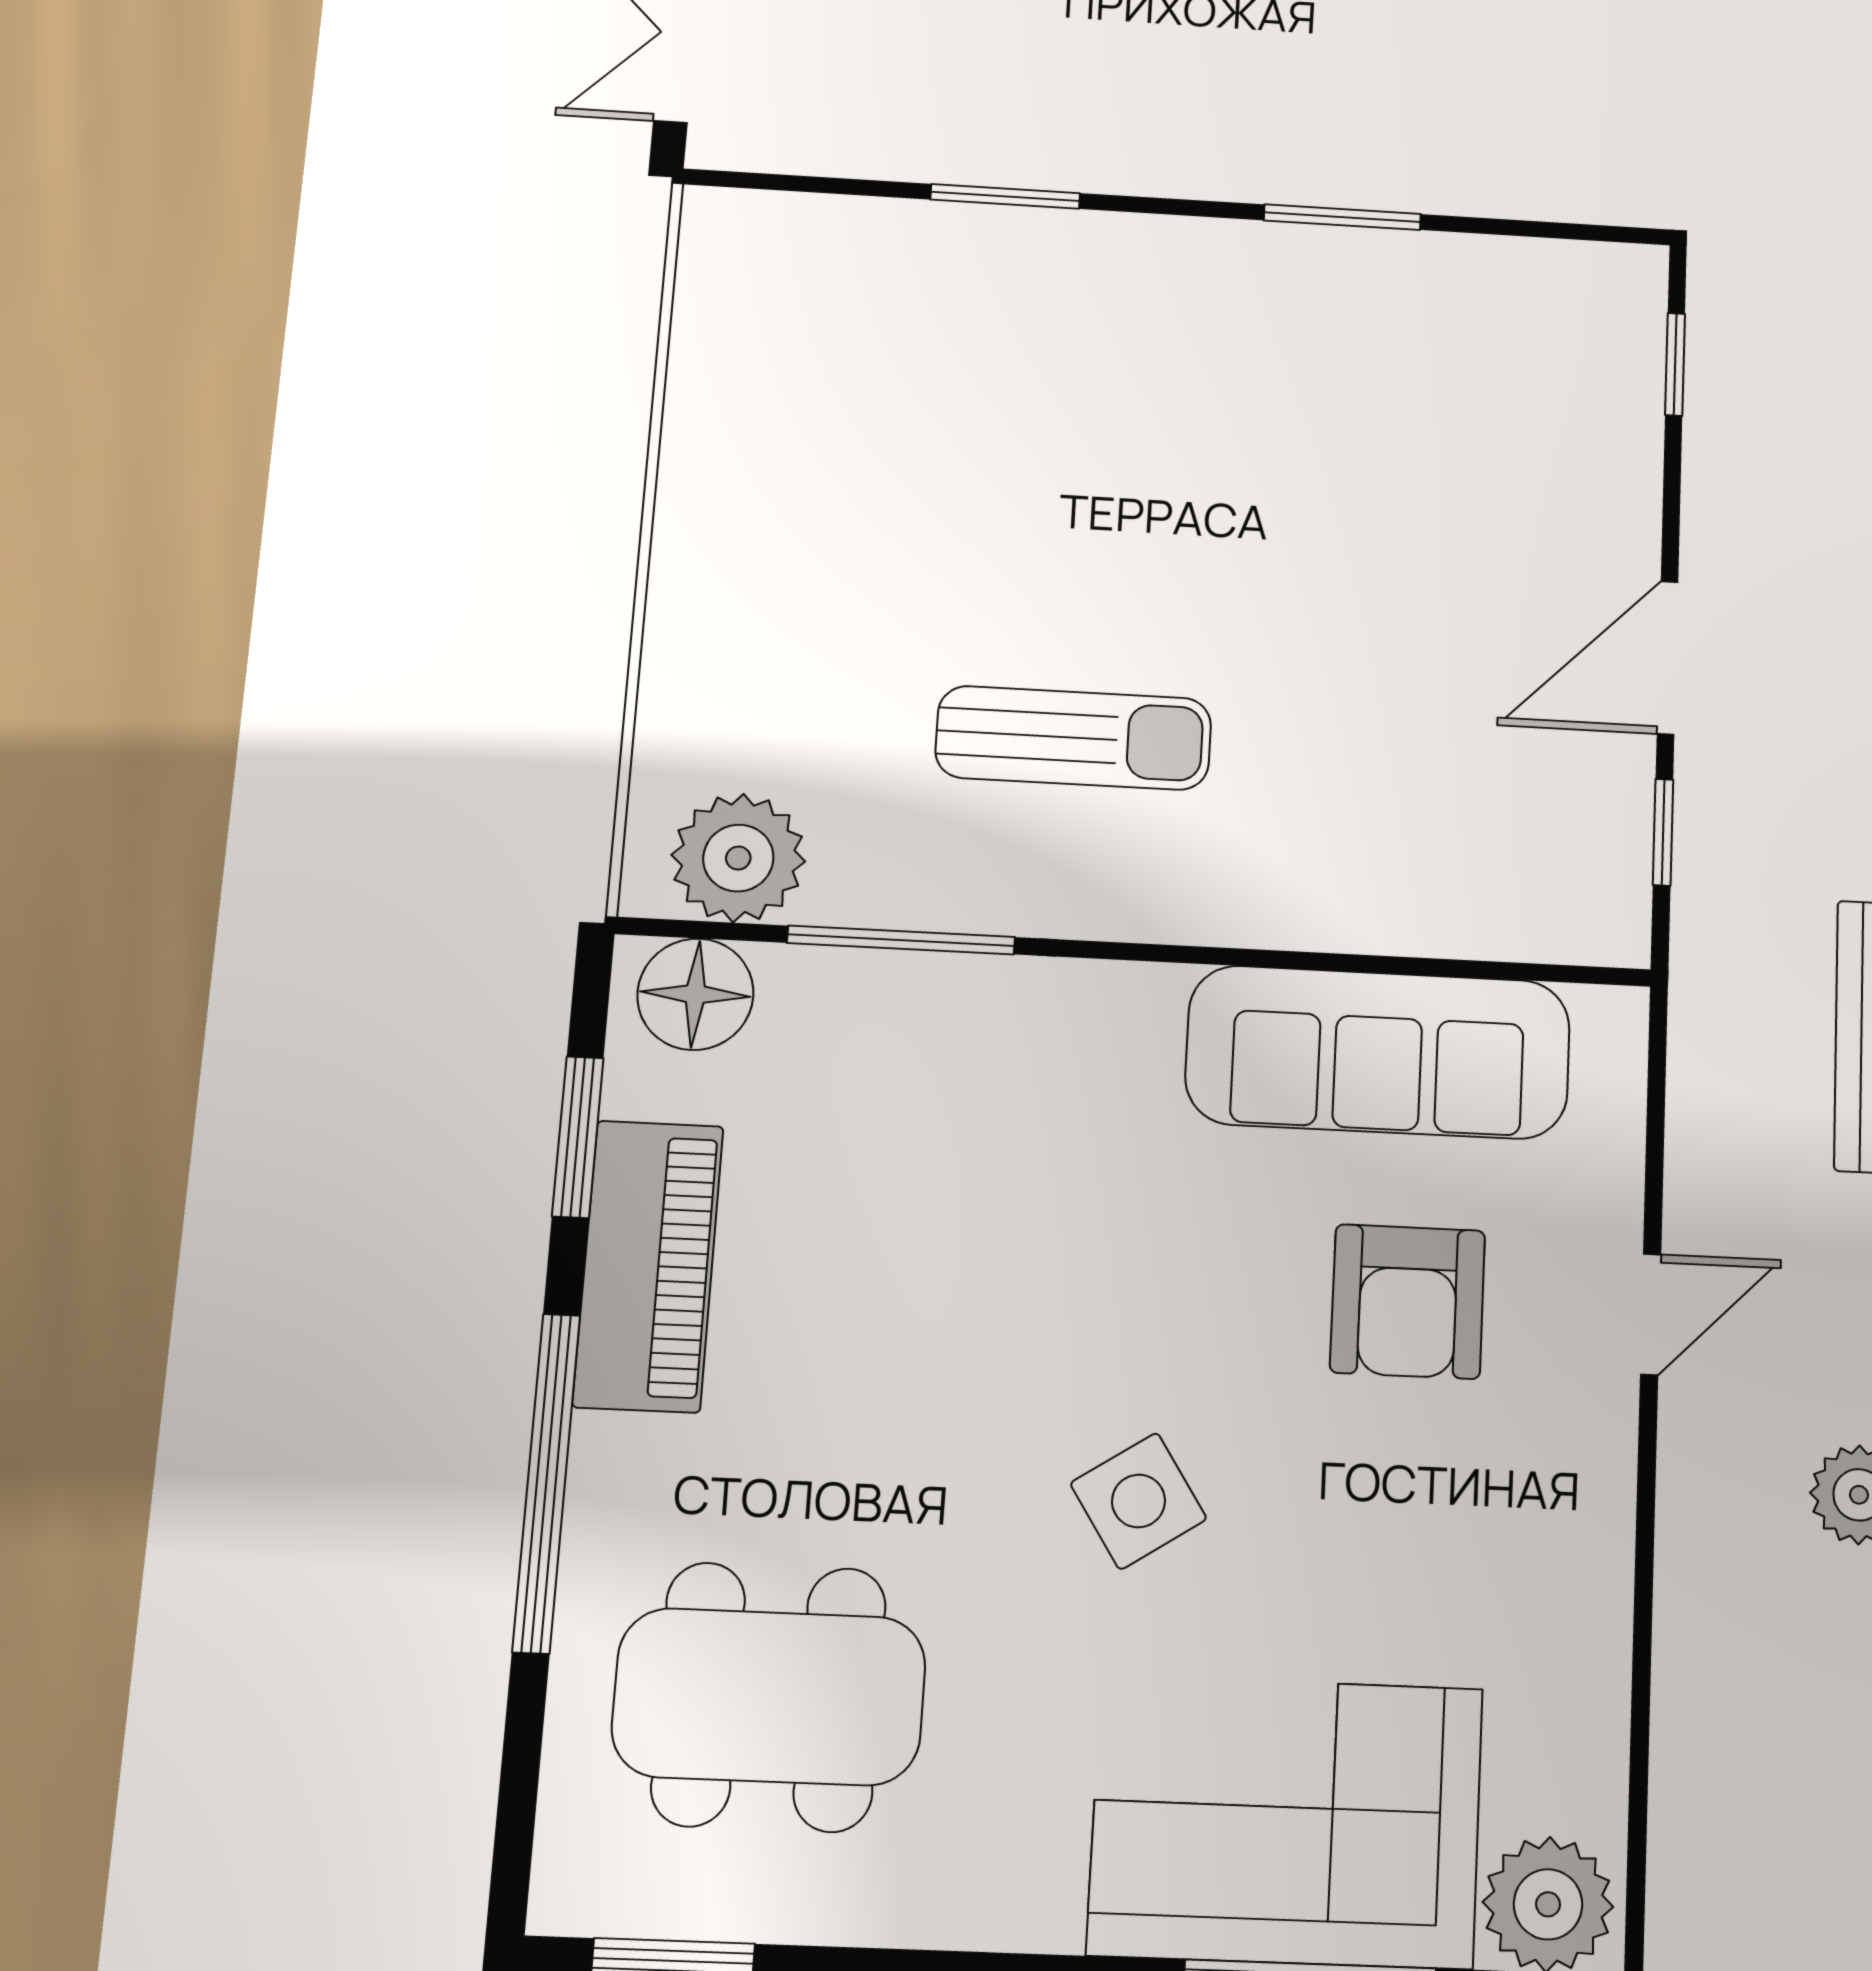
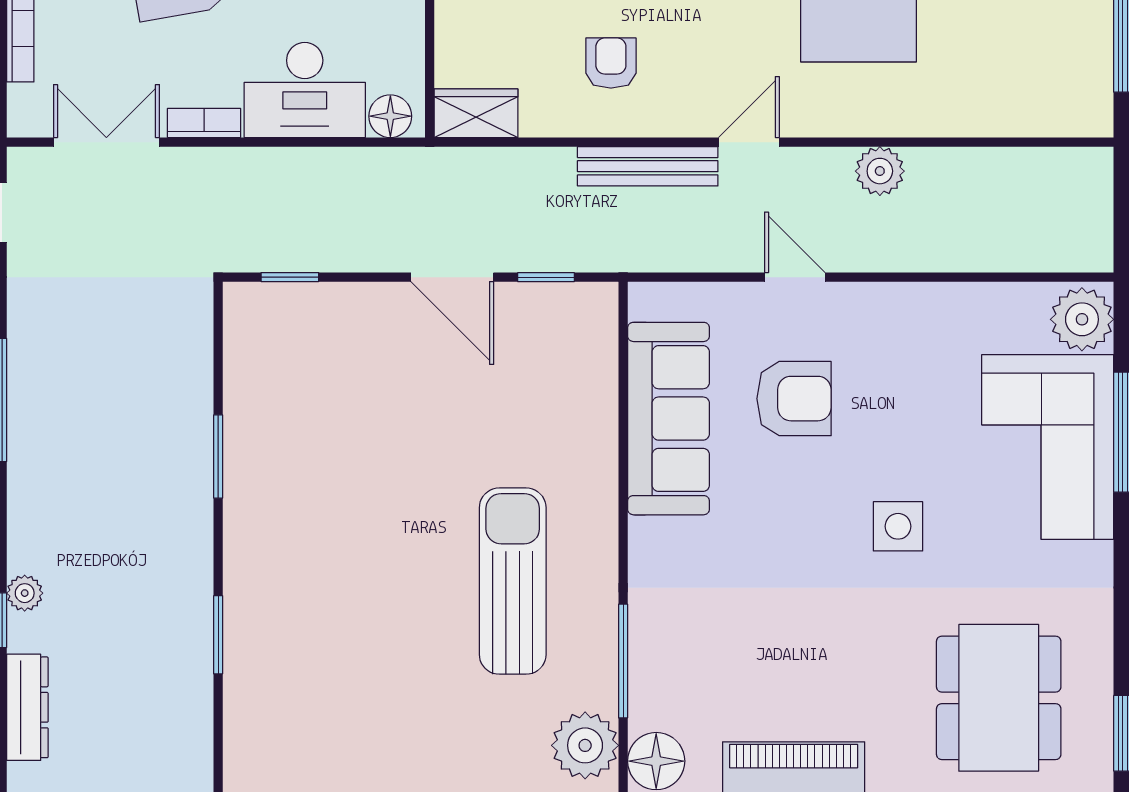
sun lounger: (1073, 738) -> (513, 581), width x1.36, depth x1.34
side table: (1138, 1501) -> (898, 526), turned 33

